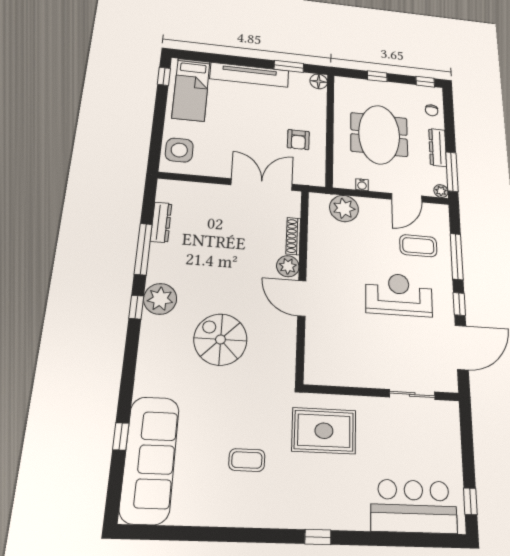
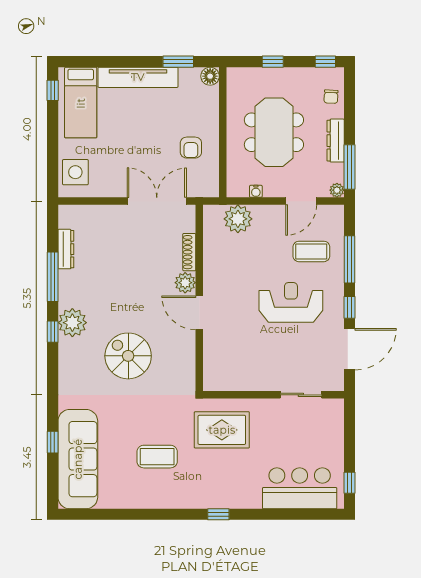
coffee table: (247, 460) -> (157, 457), width x1.36, depth x1.30

